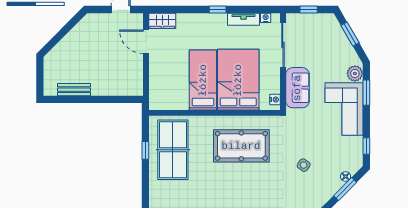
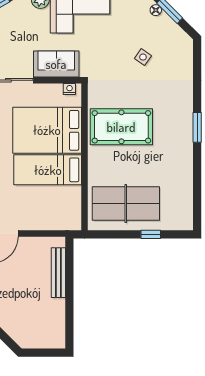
bench: (74, 90) -> (58, 273), moved, width x1.36
pool table: (241, 146) -> (121, 127), turned 90
window: (145, 150) -> (151, 234), moved

